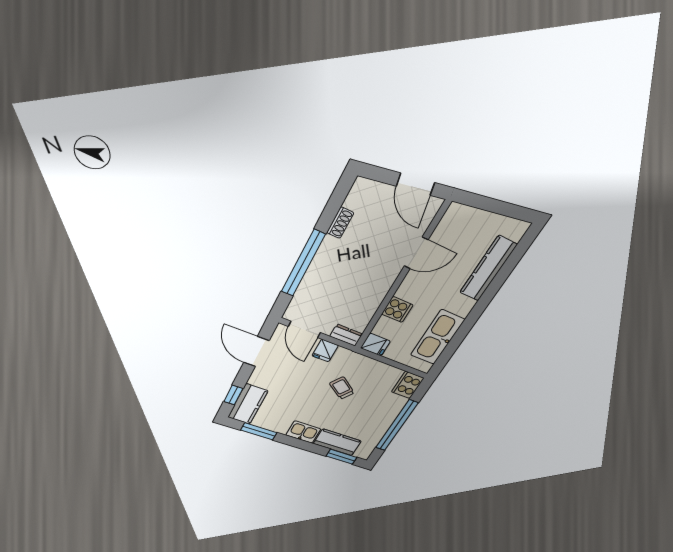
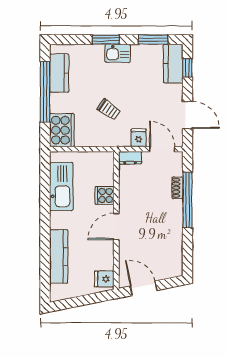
shoe rack: (340, 223) -> (178, 188), moved
door: (416, 253) -> (116, 226), moved
fridge: (375, 345) -> (104, 279), moved
cooker: (408, 385) -> (62, 130), width x1.37, depth x1.31
kitchen counter: (337, 442) -> (59, 73), moved, turned -90
window: (342, 457) -> (106, 40), moved

